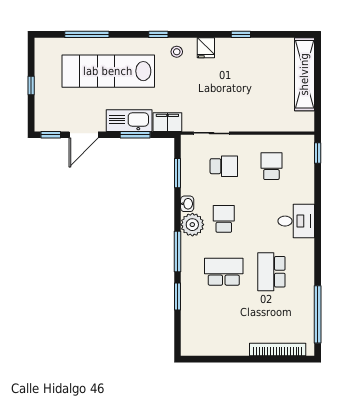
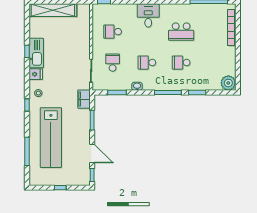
kitchen sink: (129, 121) -> (36, 53), moved, turned 180
plant: (192, 225) -> (228, 83), moved
school desk: (224, 272) -> (181, 63), width x0.54

